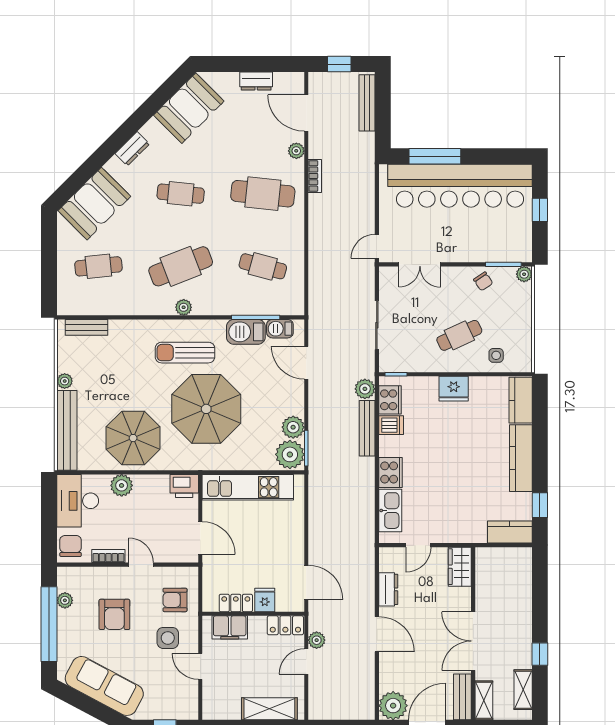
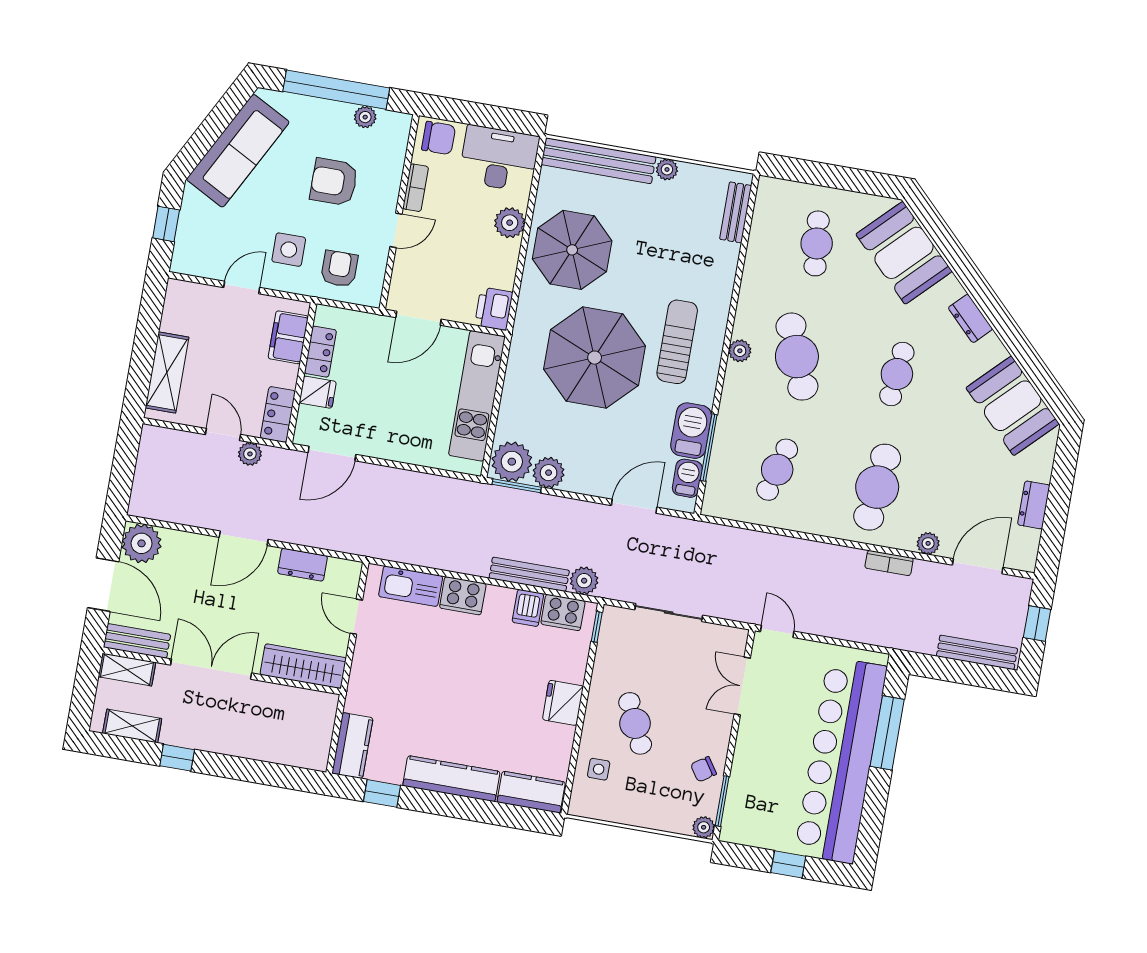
wardrobe: (460, 567) -> (303, 666), width x1.50

